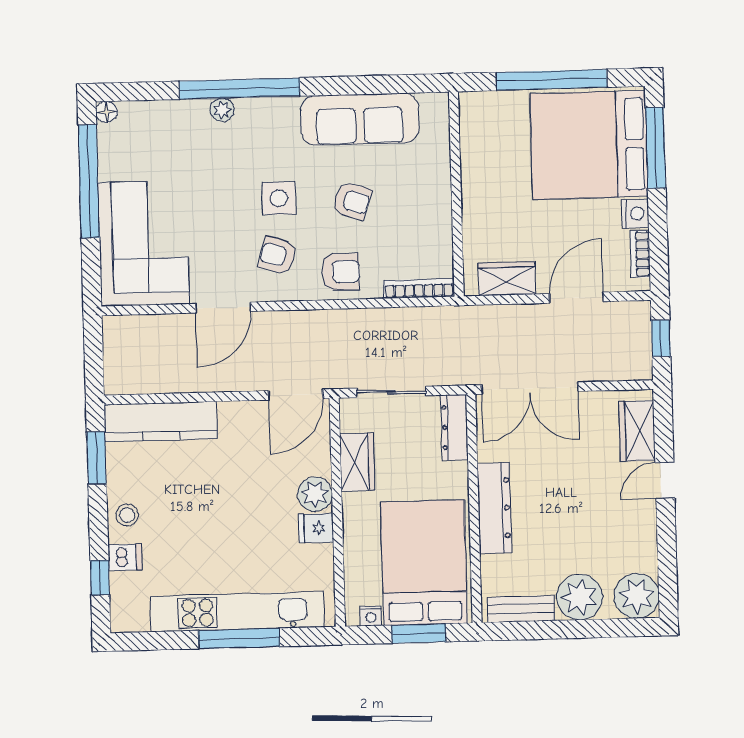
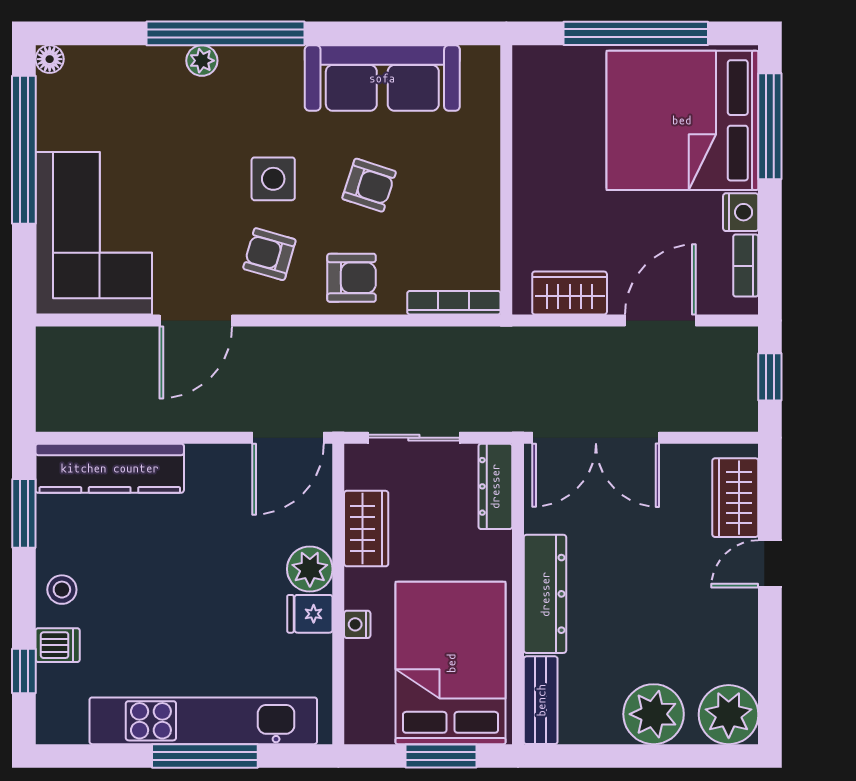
bench: (521, 609) -> (541, 700), moved, turned 90
nightstand: (371, 616) -> (357, 624), moved, turned 90

